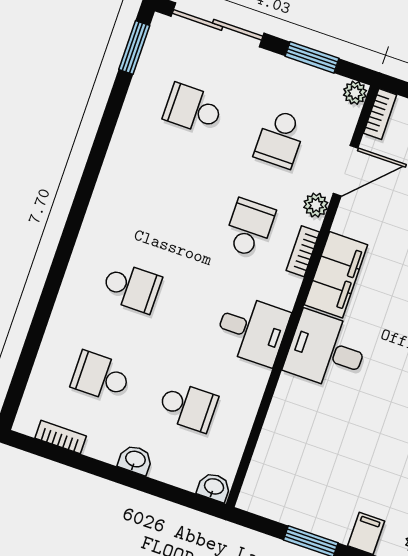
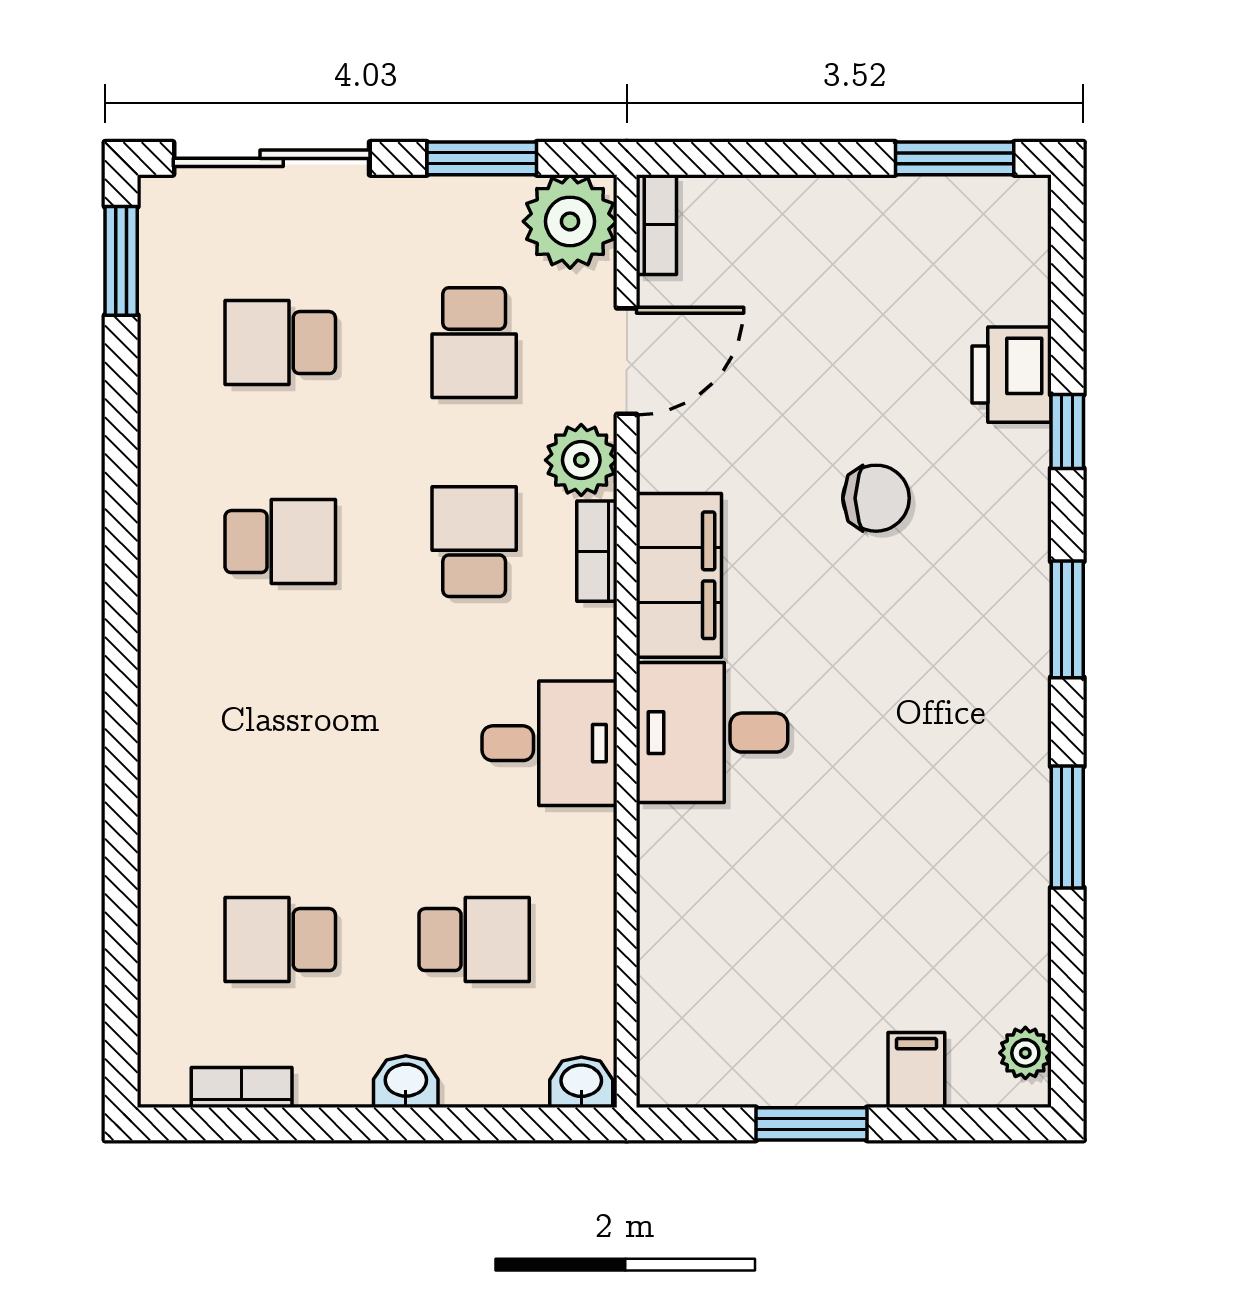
plant: (355, 93) -> (570, 221), width x1.87, depth x1.87
plant: (316, 205) -> (581, 460), width x1.38, depth x1.38
school desk: (132, 287) -> (280, 542), moved

